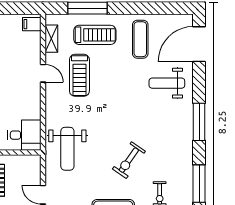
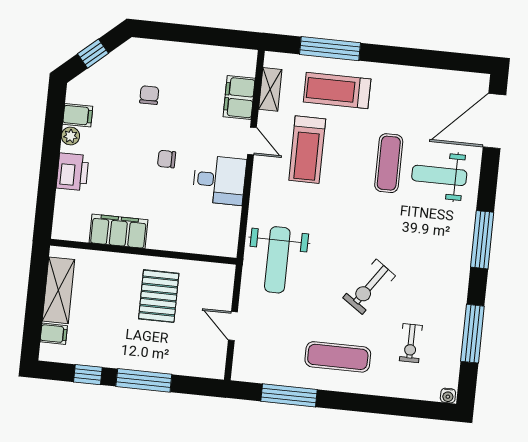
filing cabinet: (32, 24) -> (239, 98), moved, width x2.00
treadmill: (95, 35) -> (337, 91), turned 180
exercise mat: (140, 39) -> (389, 163), moved
desk: (24, 135) -> (219, 180), moved

